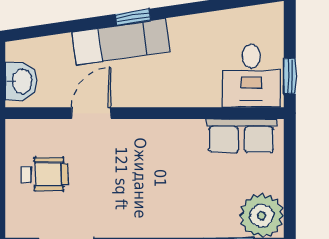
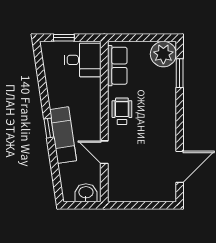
window: (290, 76) -> (64, 38), moved
wheelchair: (45, 174) -> (122, 111), moved

